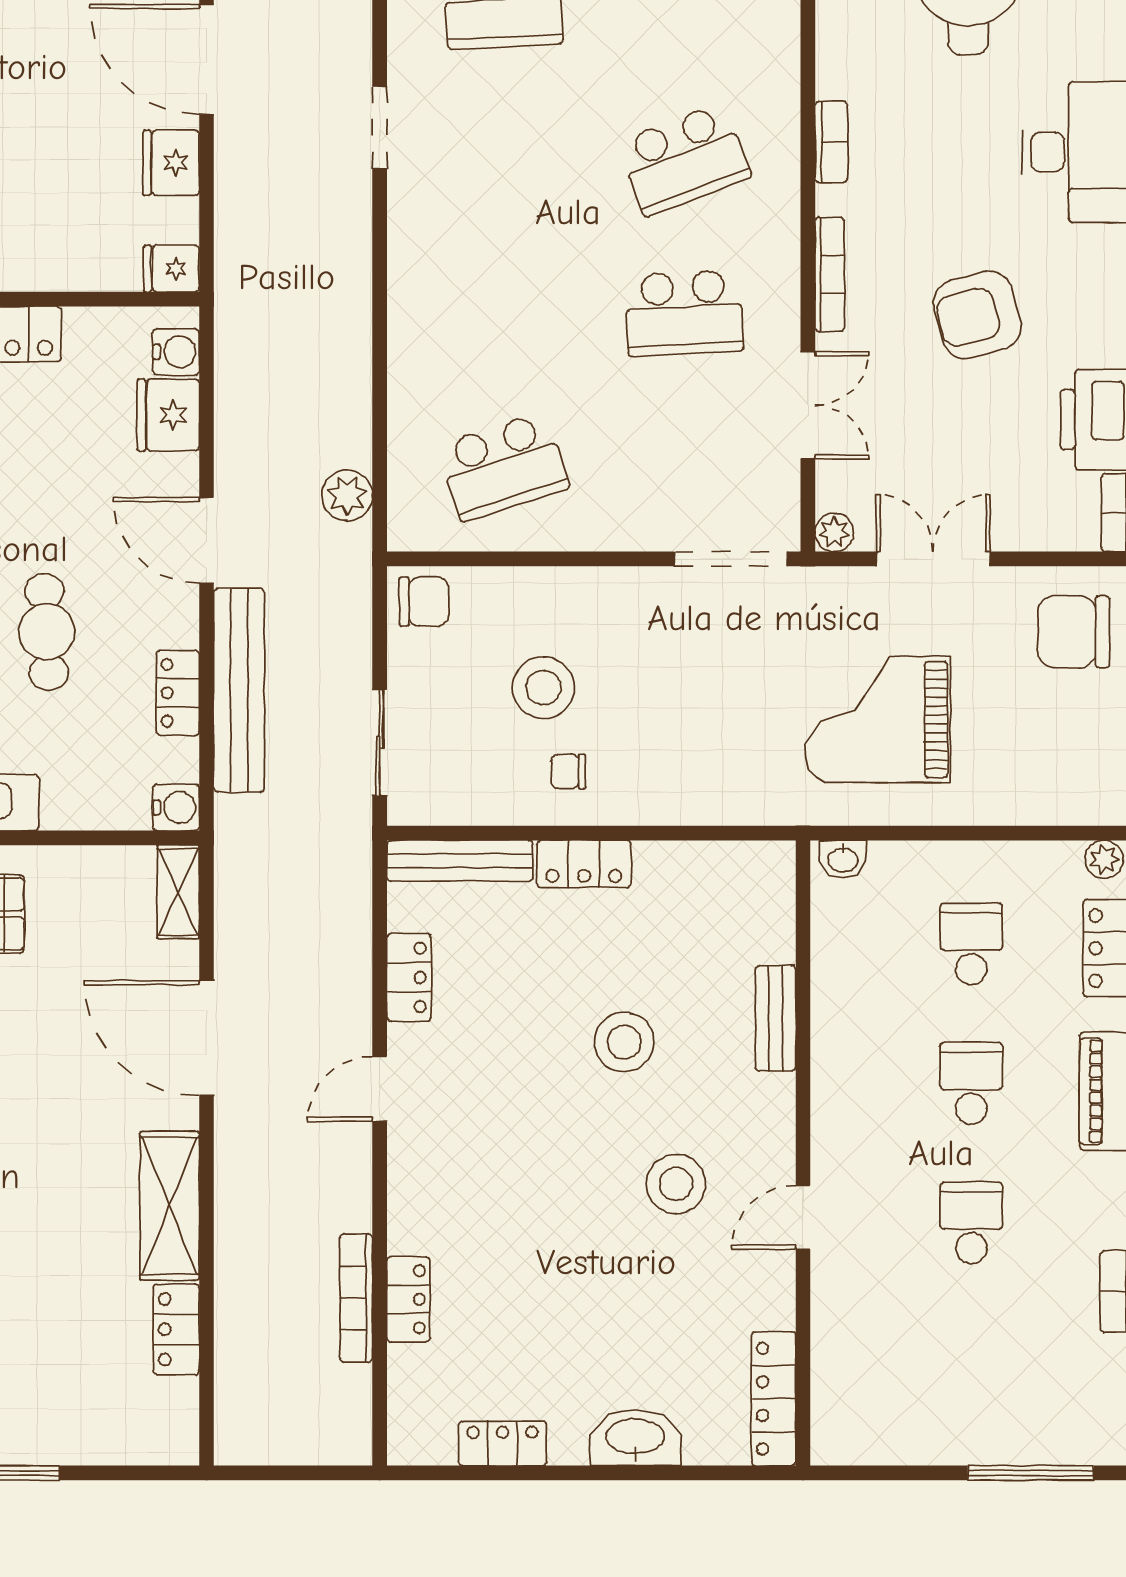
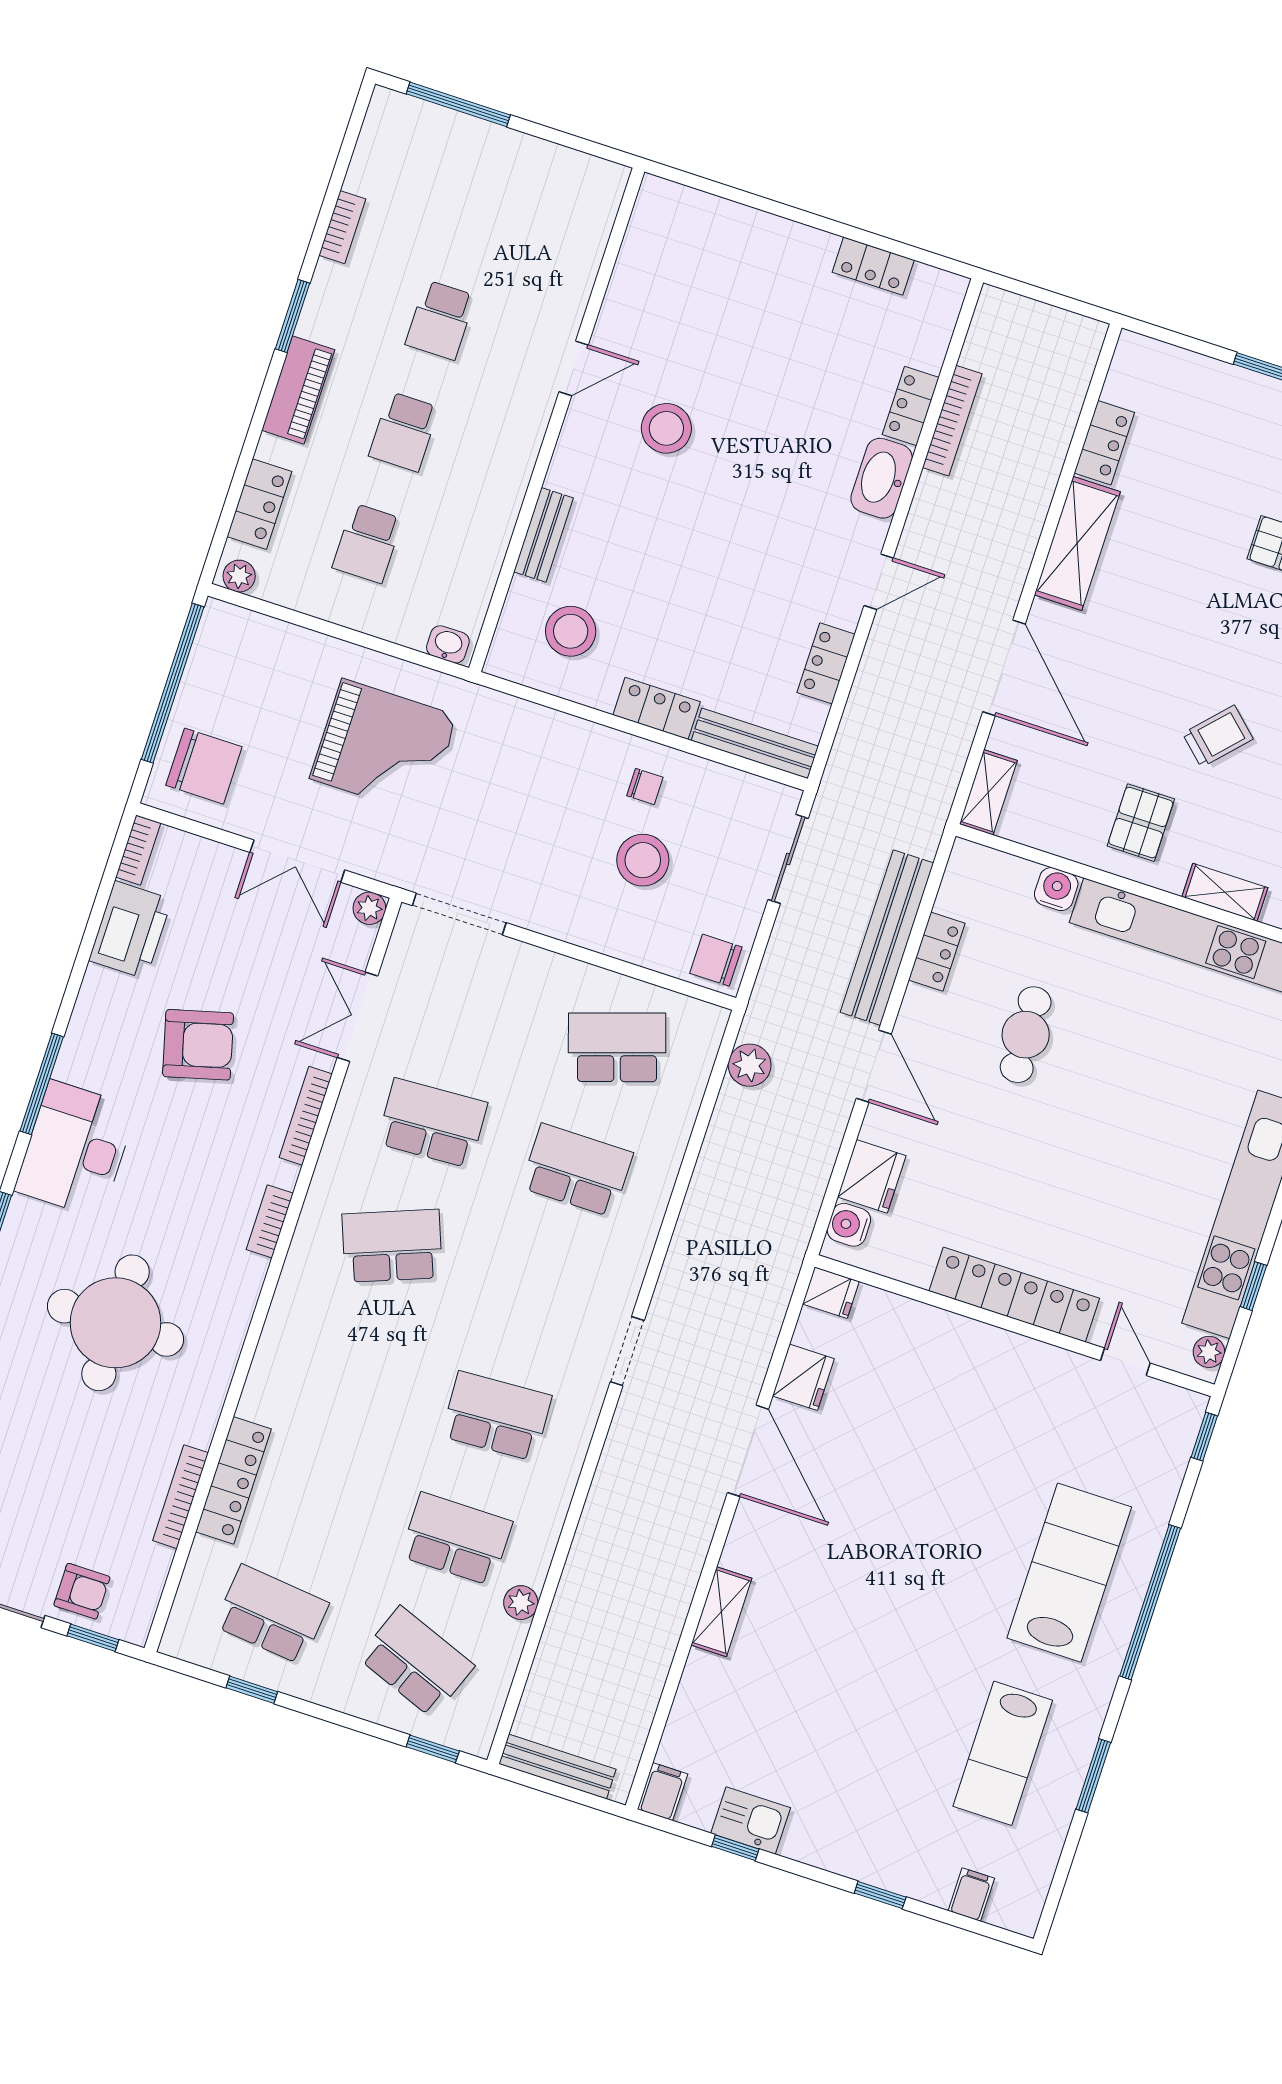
school desk: (503, 313) -> (577, 1170), added
water cooler: (176, 807) -> (1056, 889), moved, turned 90
stool: (624, 1042) -> (571, 631), moved
locker: (774, 1399) -> (645, 231), removed
washbasin: (635, 1438) -> (882, 478), moved, turned 90

